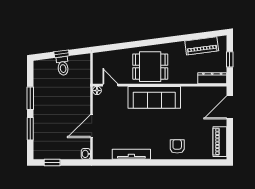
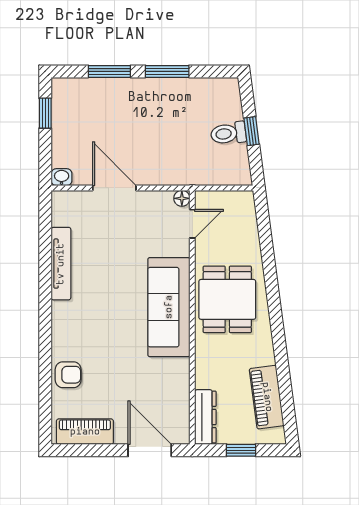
armchair: (177, 146) -> (68, 375), moved

